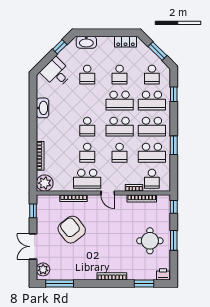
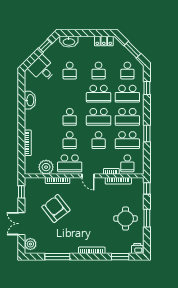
plant: (45, 183) -> (46, 167), moved
window: (60, 284) -> (57, 257), moved

